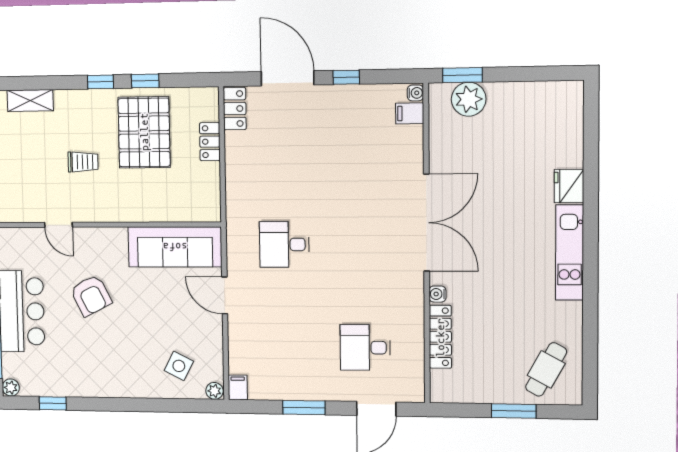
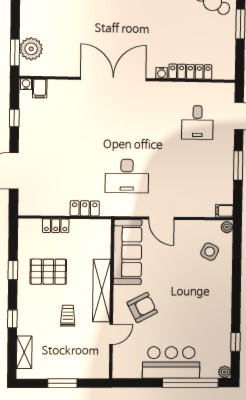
window: (346, 77) -> (14, 118), moved
window: (100, 82) -> (12, 319), moved
locker: (235, 109) -> (85, 208), moved
pallet: (144, 132) -> (48, 272), width x0.73, depth x0.71
shelving: (119, 210) -> (102, 291), added
desk: (284, 244) -> (127, 176), width x1.37
armchair: (91, 295) -> (142, 307), moved
door: (225, 295) -> (161, 218), hinge flipped

